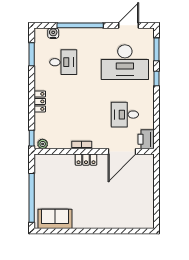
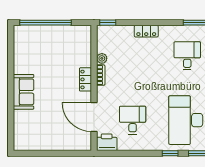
desk: (63, 62) -> (187, 56), turned 180
plant: (43, 144) -> (102, 58), moved
sofa: (55, 219) -> (24, 92), moved

